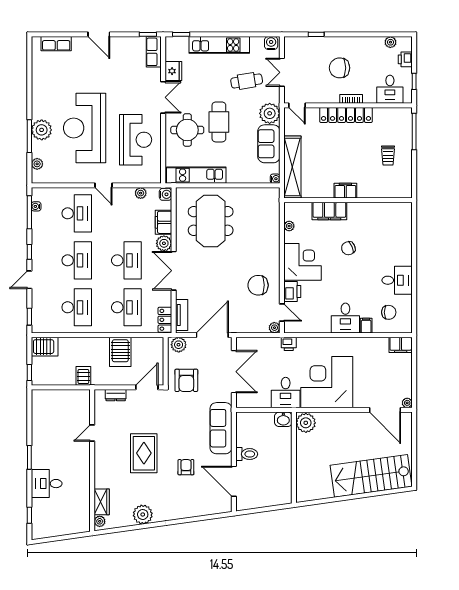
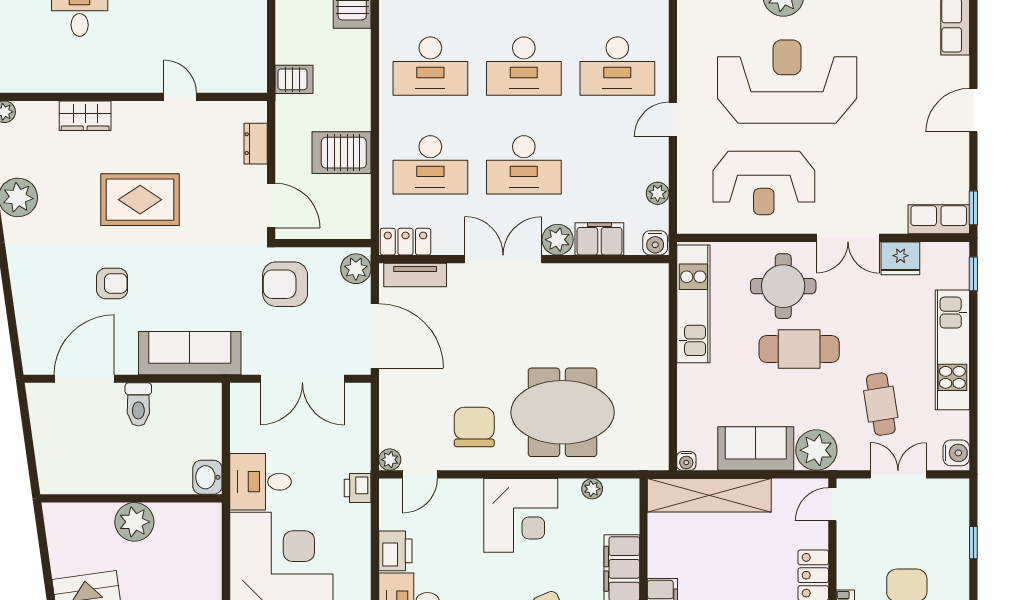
meeting table: (211, 221) -> (563, 412), moved
printer: (292, 292) -> (395, 551), moved, turned -90
plant: (306, 423) -> (134, 522), moved
wardrobe: (102, 502) -> (85, 116), moved

